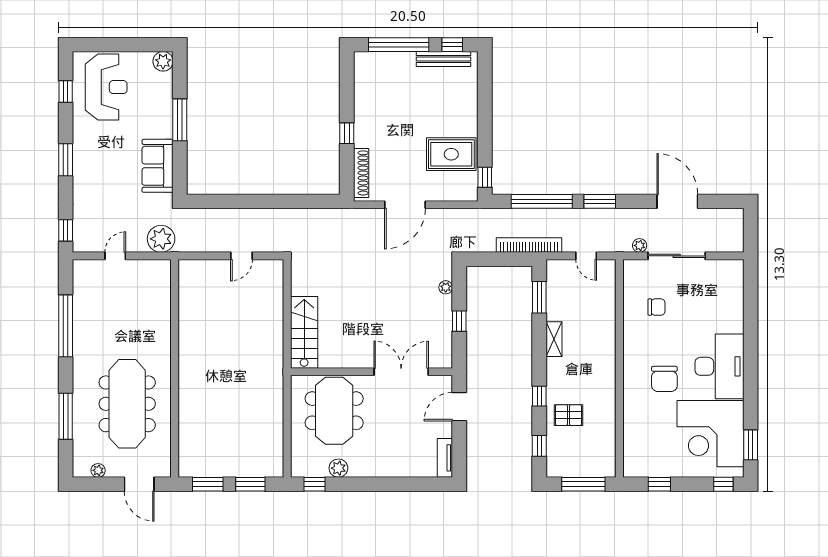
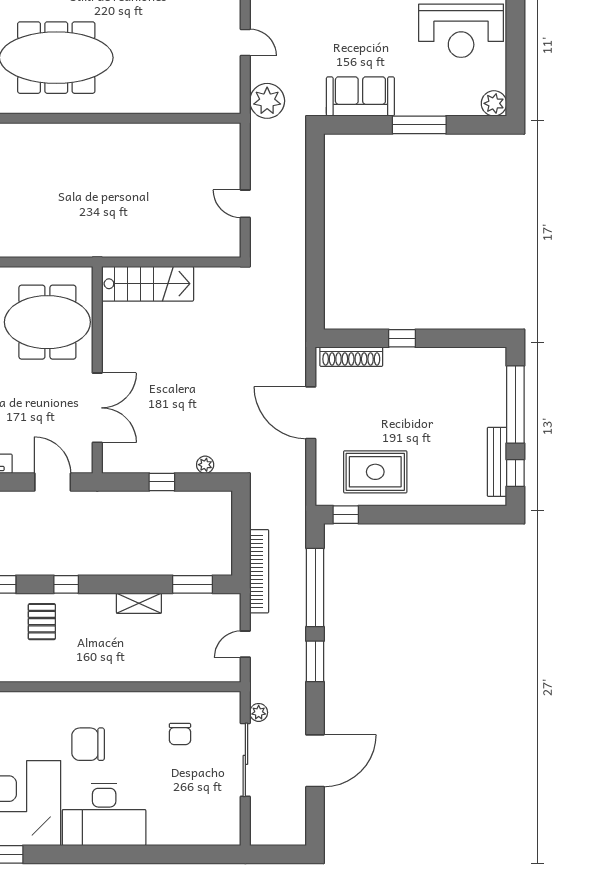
rug: (451, 154) -> (375, 472), turned 90

